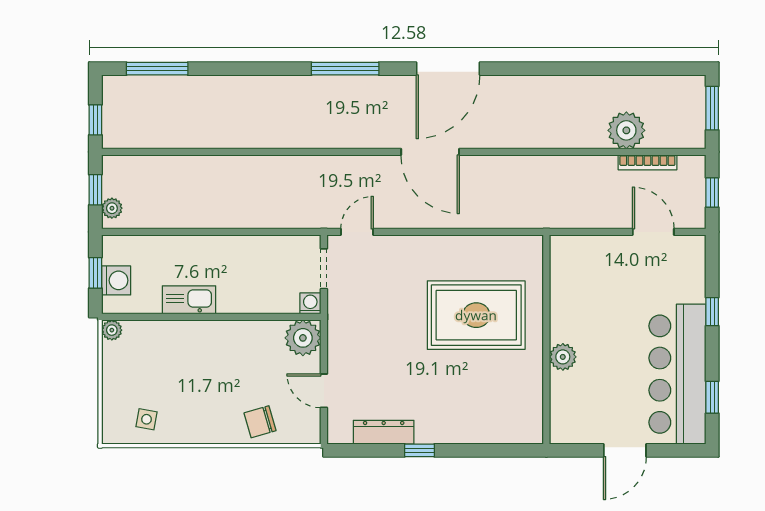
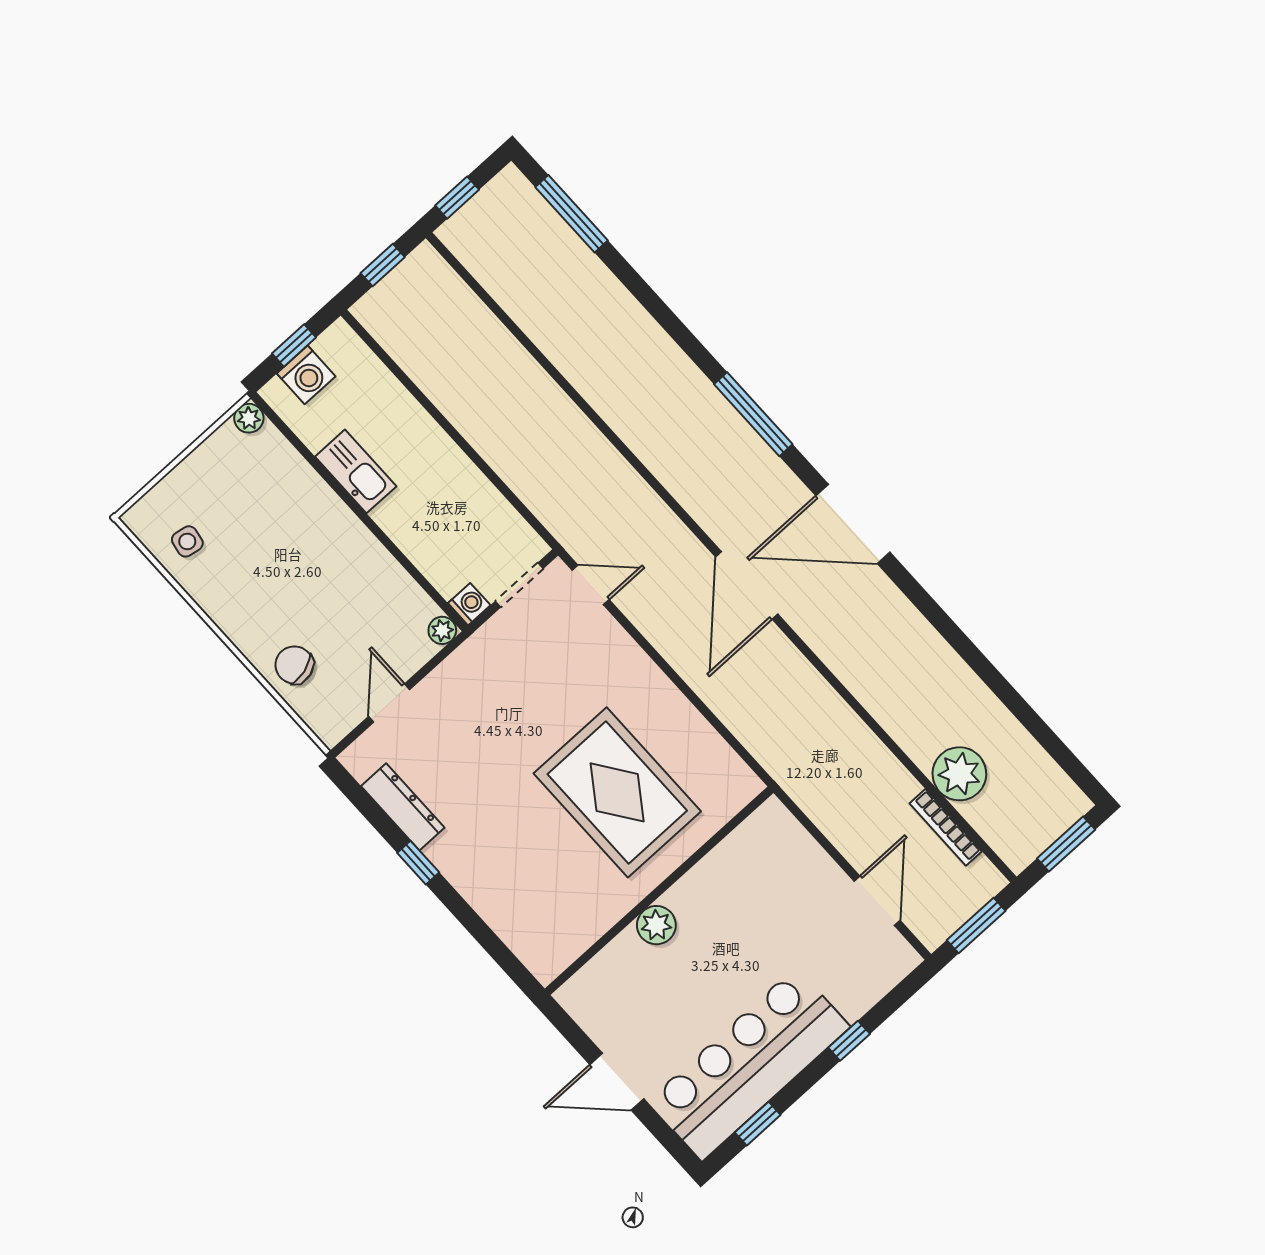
window: (712, 193) -> (976, 926), width x1.50
plant: (112, 208) -> (379, 301), removed
plant: (303, 338) -> (442, 630), width x0.53, depth x0.53

